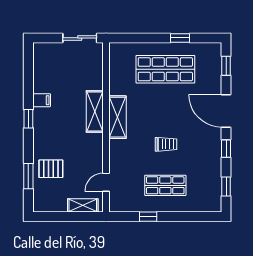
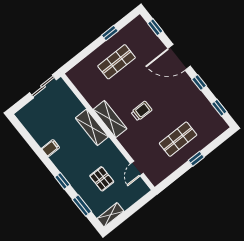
shop shelf: (165, 69) -> (117, 62), width x0.70, depth x0.74
window: (28, 119) -> (62, 181), moved
trolley: (166, 144) -> (142, 111), moved
pallet: (51, 169) -> (102, 179), moved, turned 90
shelving: (83, 205) -> (110, 215), moved
window: (148, 217) -> (196, 159), moved

